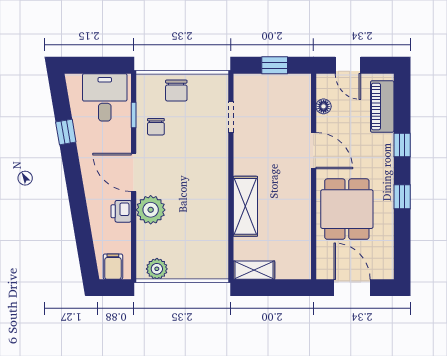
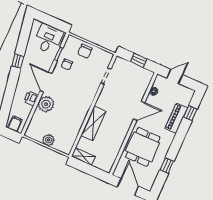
door: (348, 65) -> (175, 76), swing flipped
piano: (382, 106) -> (176, 118), moved
window: (66, 132) -> (18, 61), moved
window: (402, 145) -> (190, 113), moved
door: (314, 151) -> (139, 111), hinge flipped
window: (402, 197) -> (167, 165), moved
plant: (157, 269) -> (48, 140), moved

